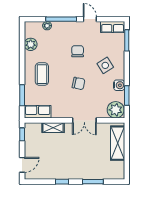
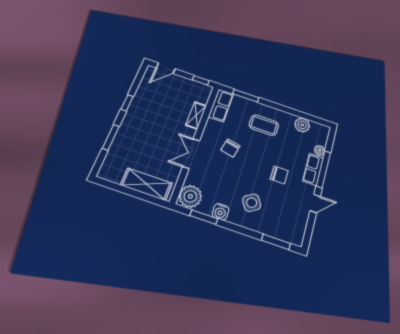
row of seats: (113, 27) -> (313, 169), moved
chair: (78, 83) -> (230, 148), moved
door: (22, 165) -> (166, 68), hinge flipped

